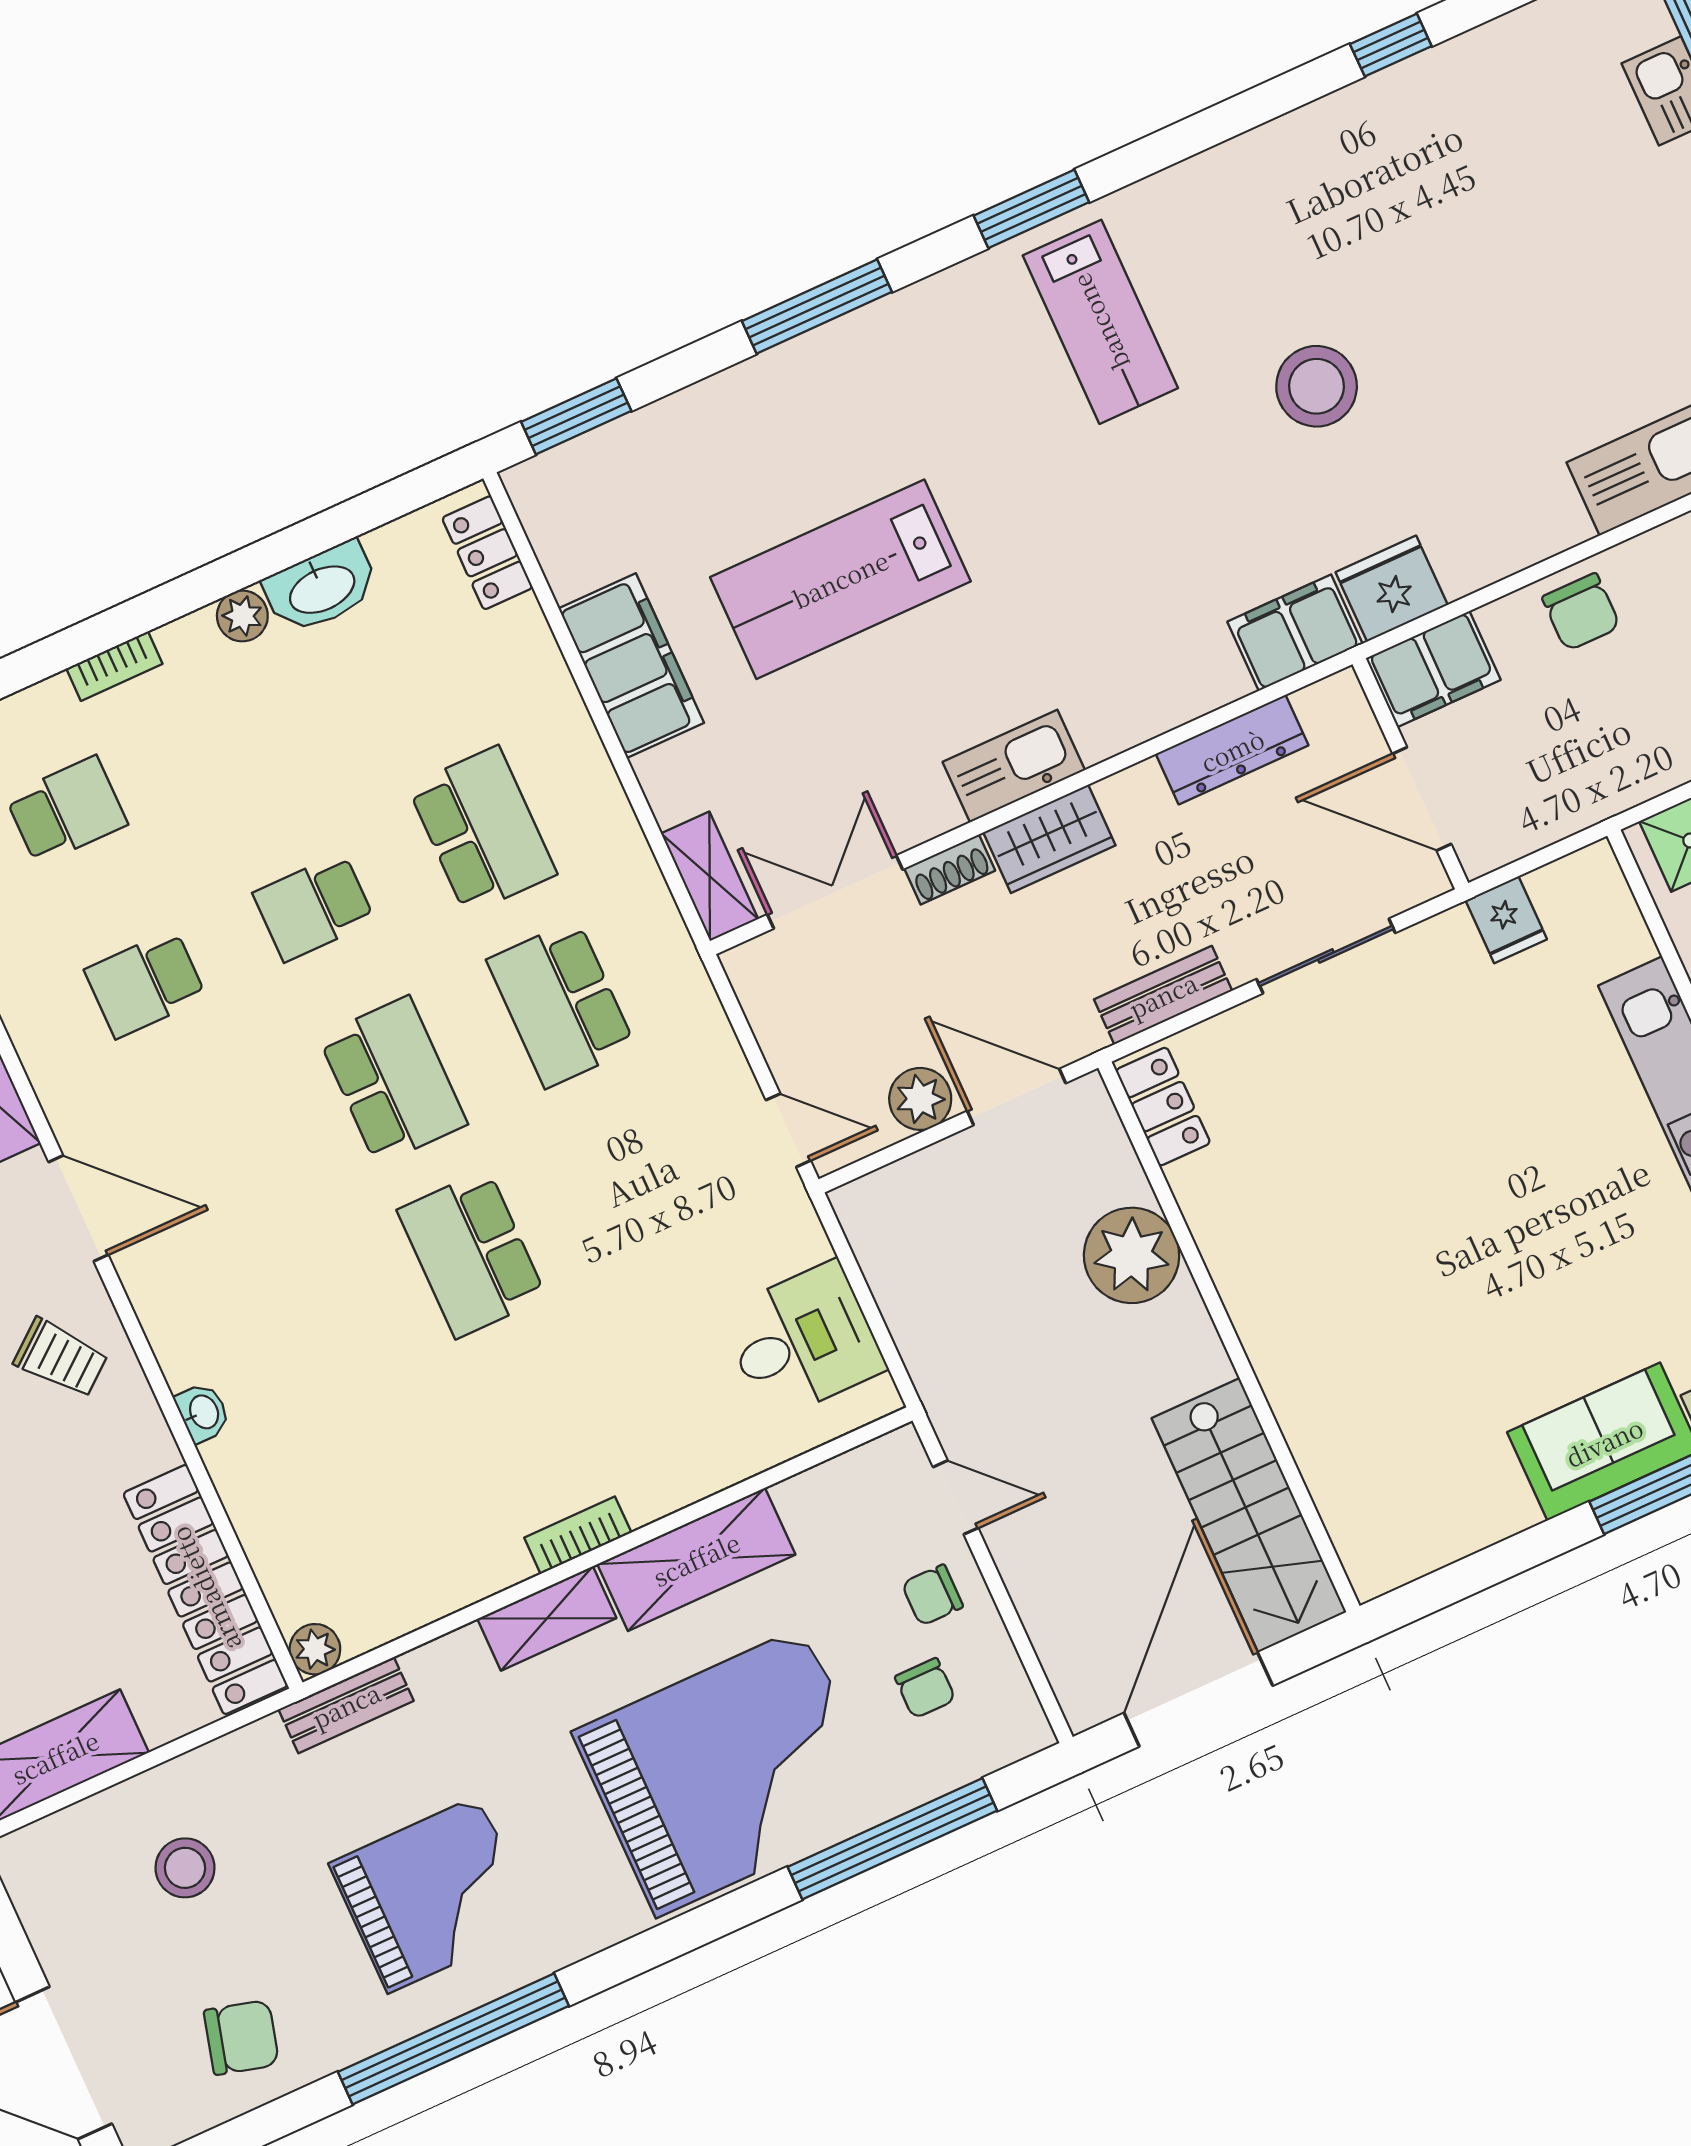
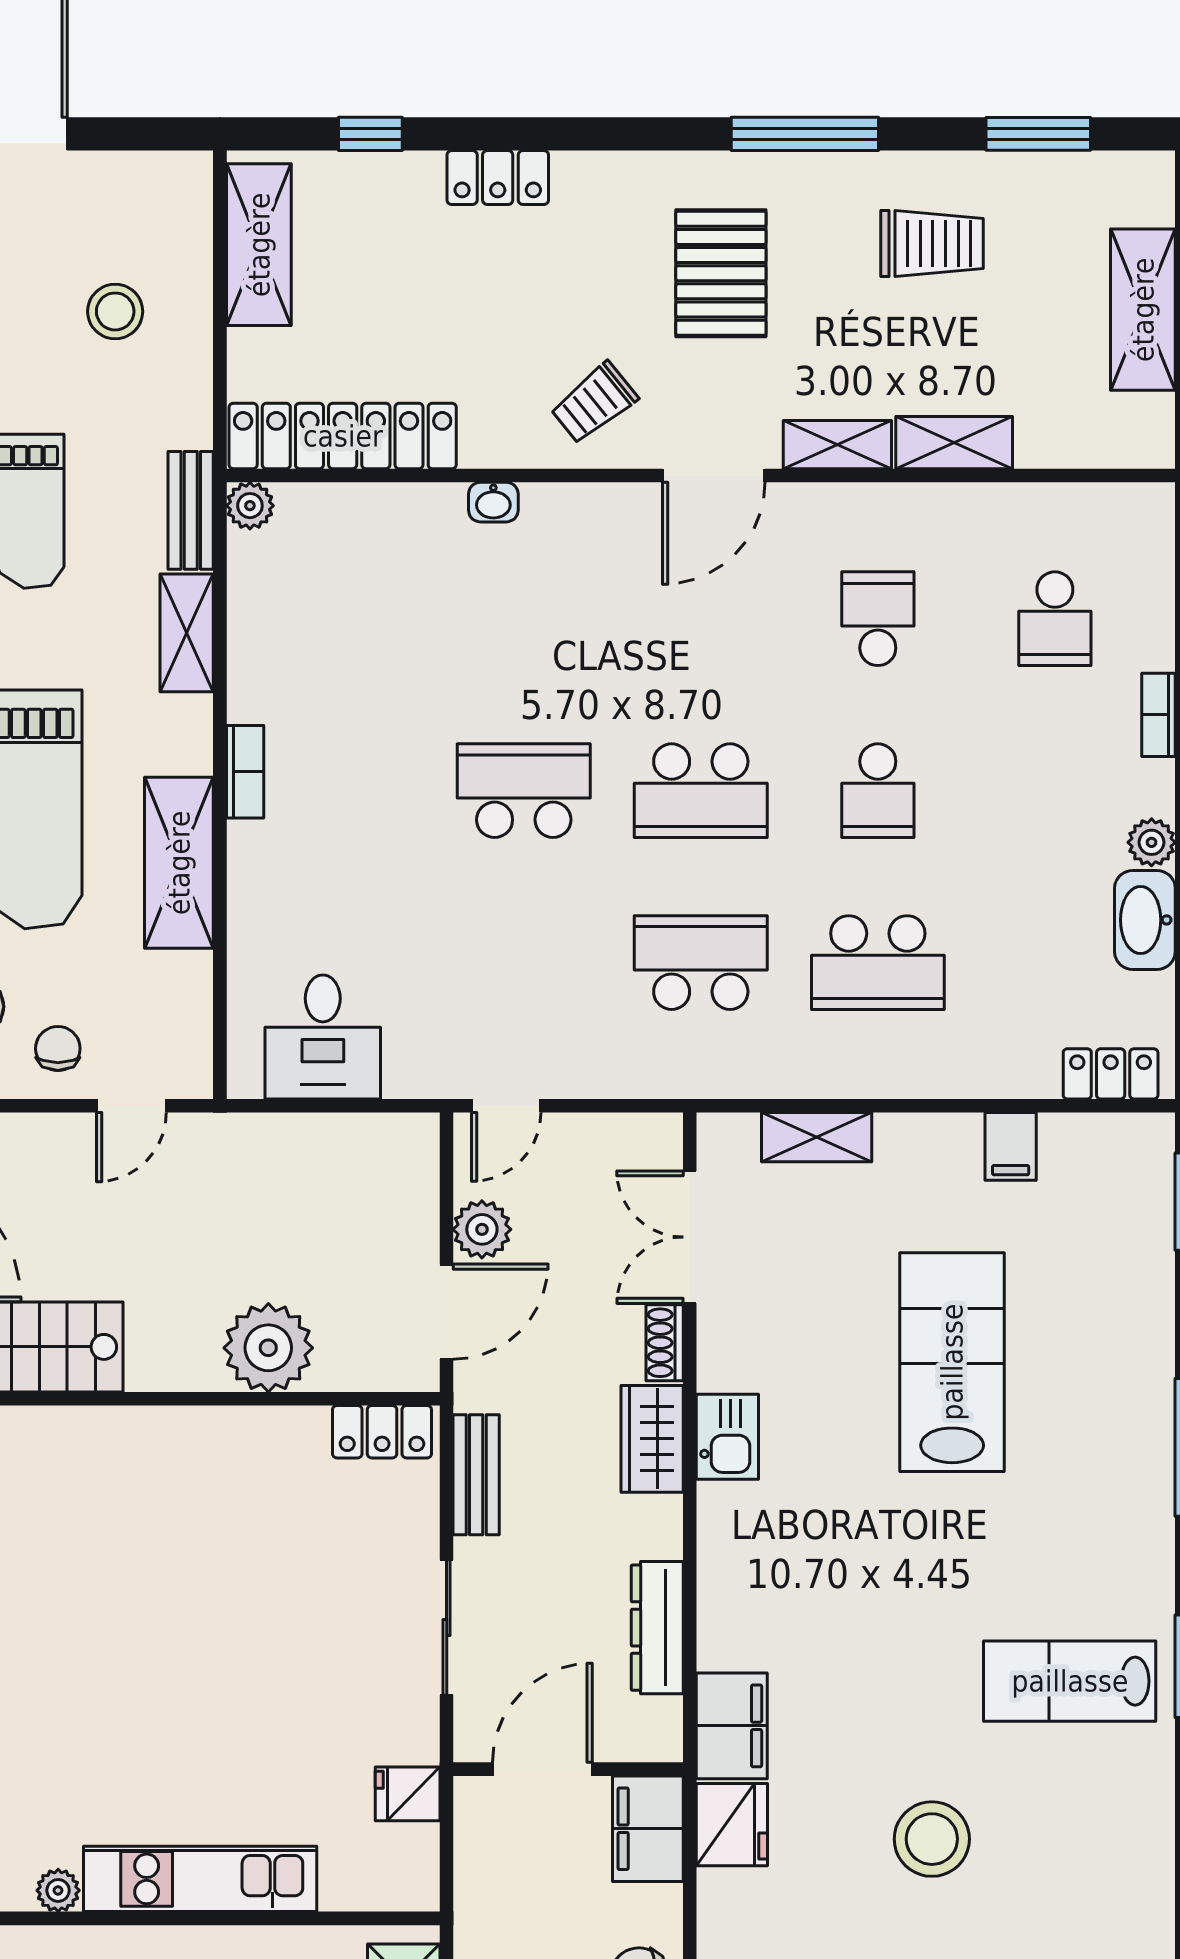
filing cabinet: (631, 666) -> (1011, 1146), width x0.33, depth x0.86
kitchen sink: (1014, 766) -> (727, 1437), width x0.73
shelving: (710, 876) -> (817, 1137), moved
double door: (835, 892) -> (690, 1237), swing flipped
school desk: (314, 907) -> (878, 791), turned 180
shelving: (547, 1618) -> (187, 633), moved

